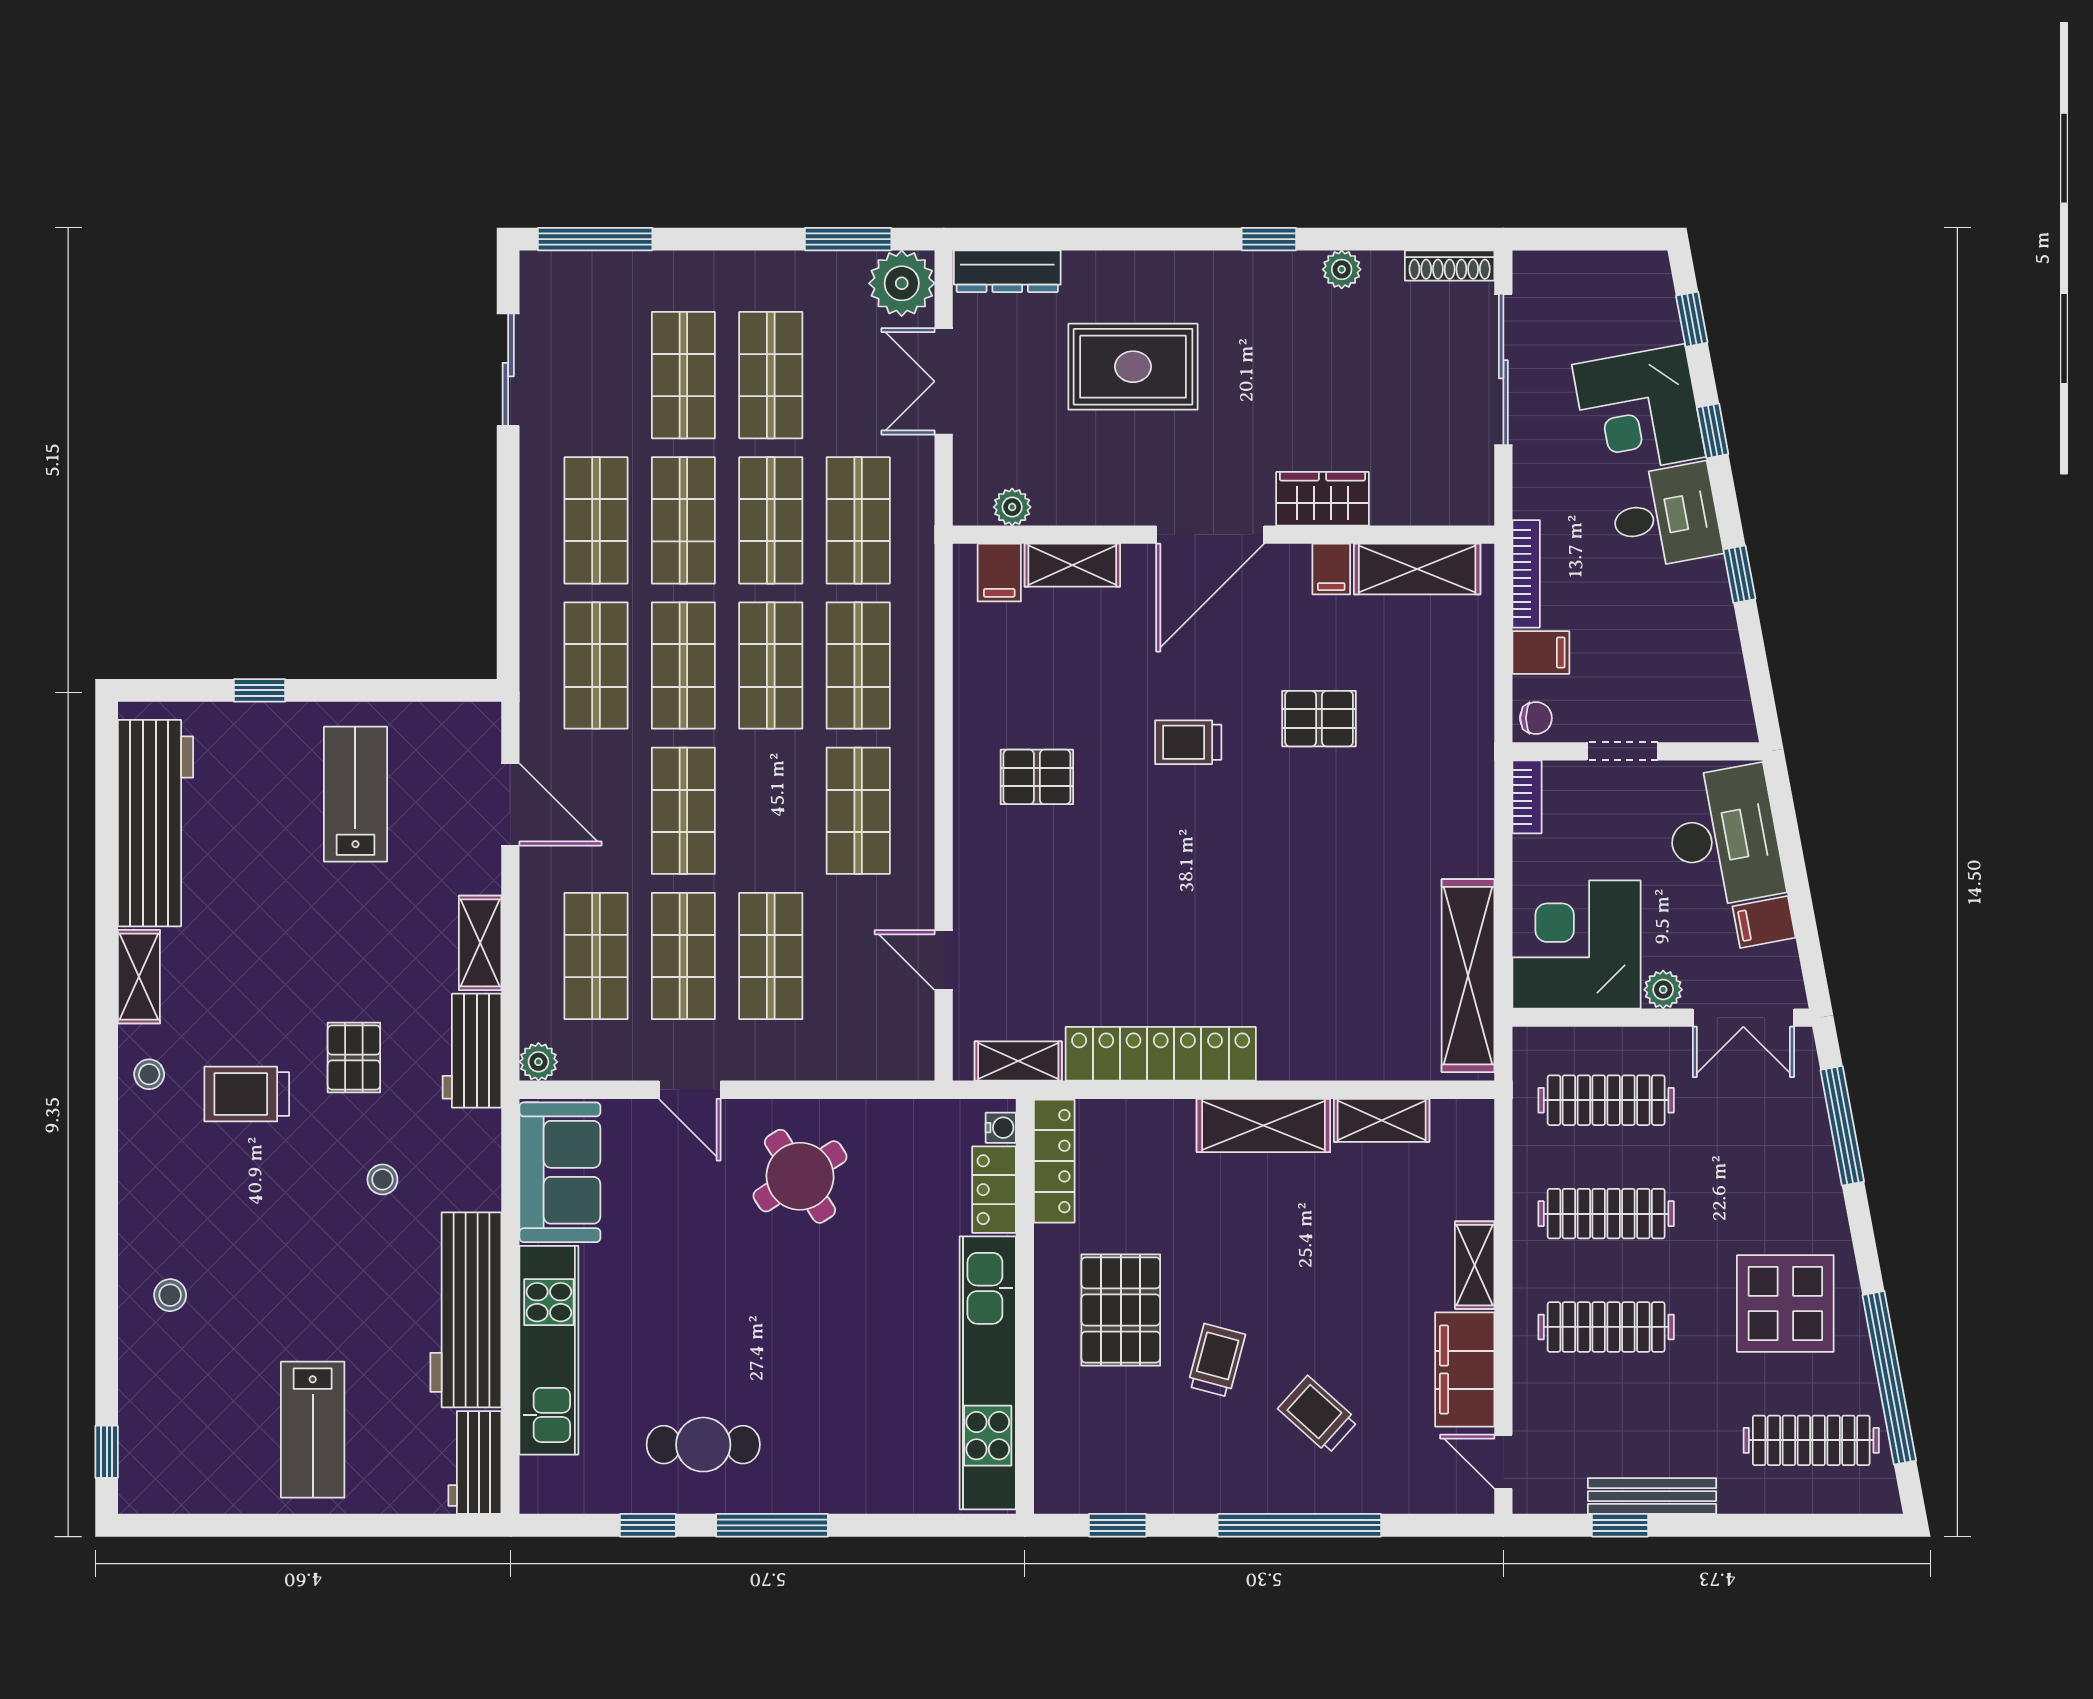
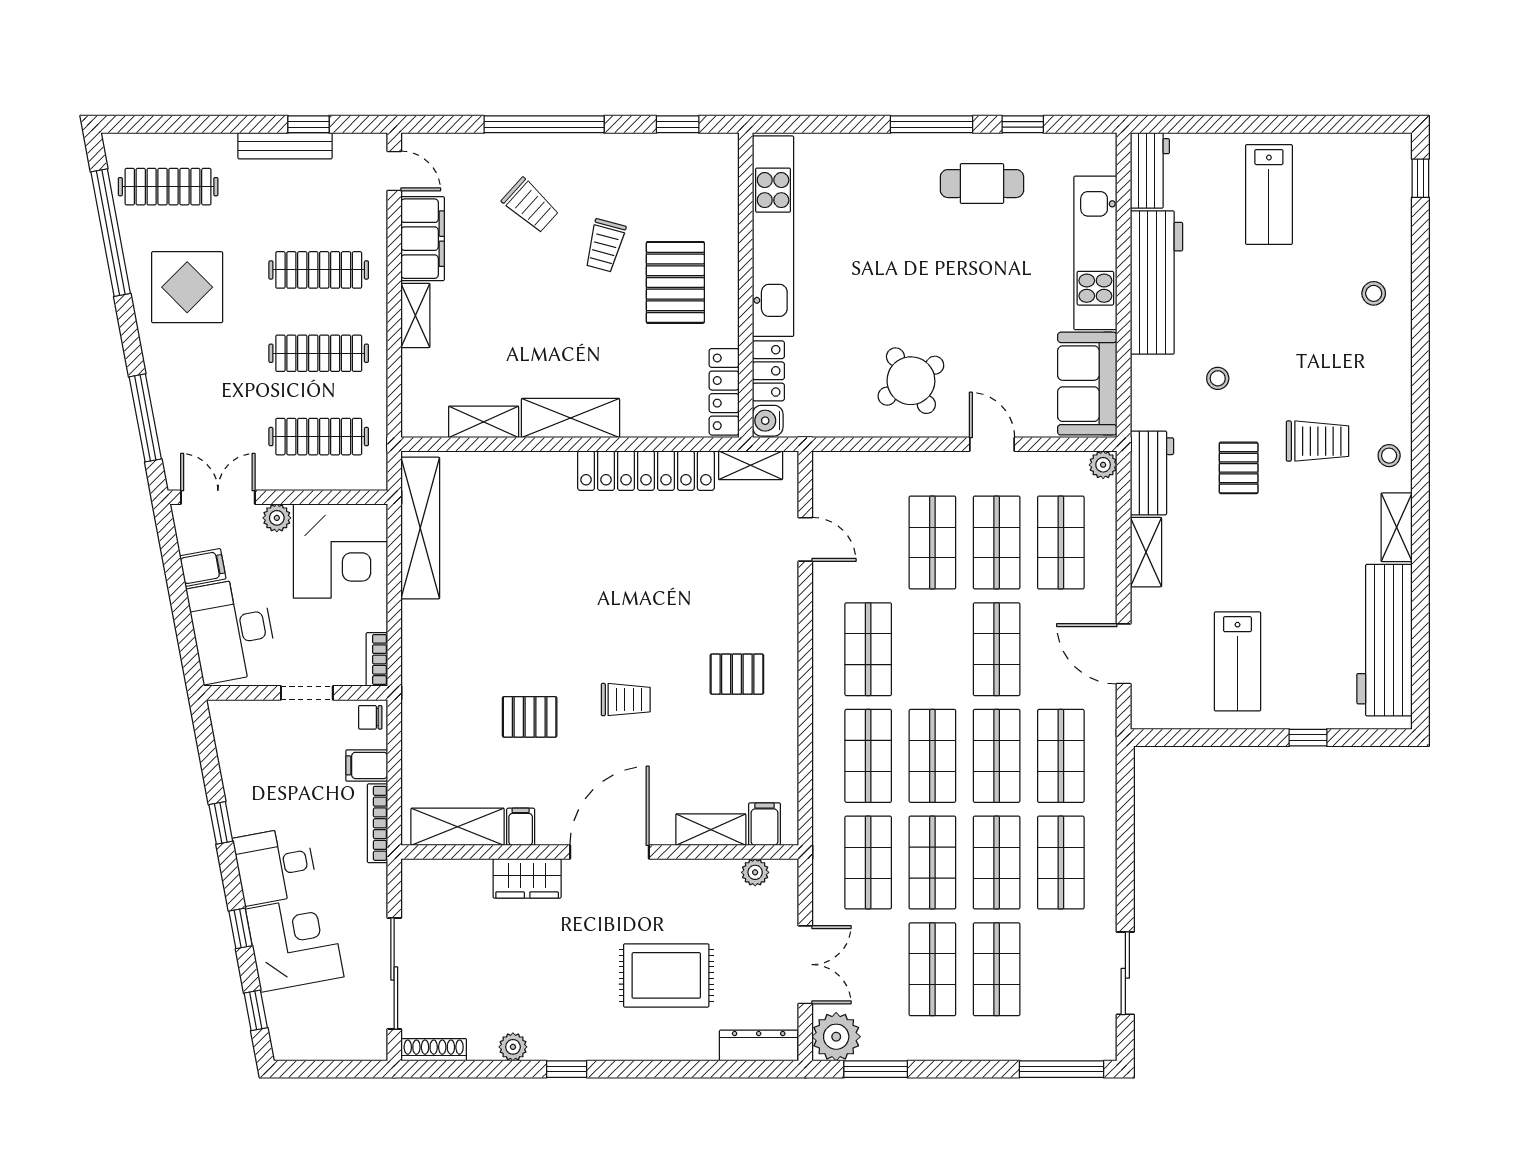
water cooler: (1001, 1128) -> (768, 421), width x1.38, depth x1.38
lab bench: (313, 1430) -> (1269, 195), turned 180

